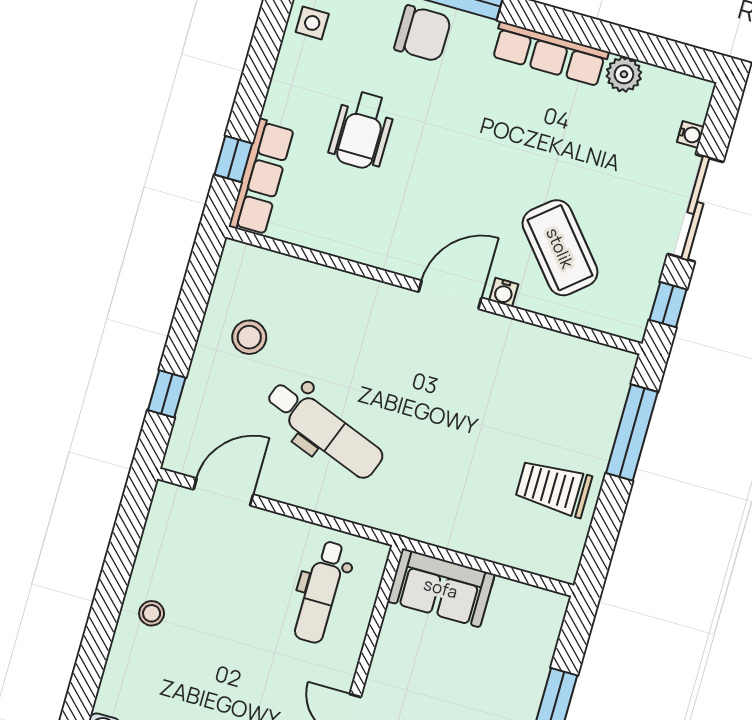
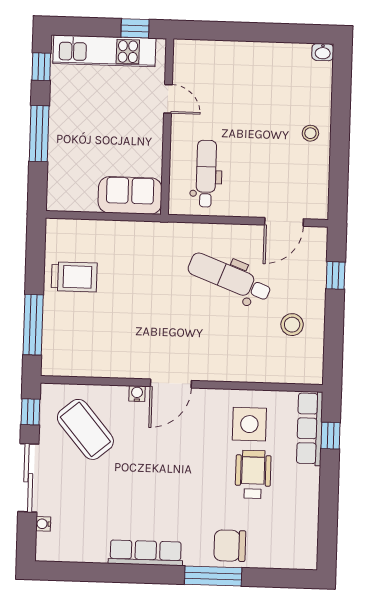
side table: (312, 23) -> (249, 424), moved, width x1.87, depth x1.87
plant: (624, 74) -> (95, 552), removed
coffee table: (560, 248) -> (85, 429), moved

